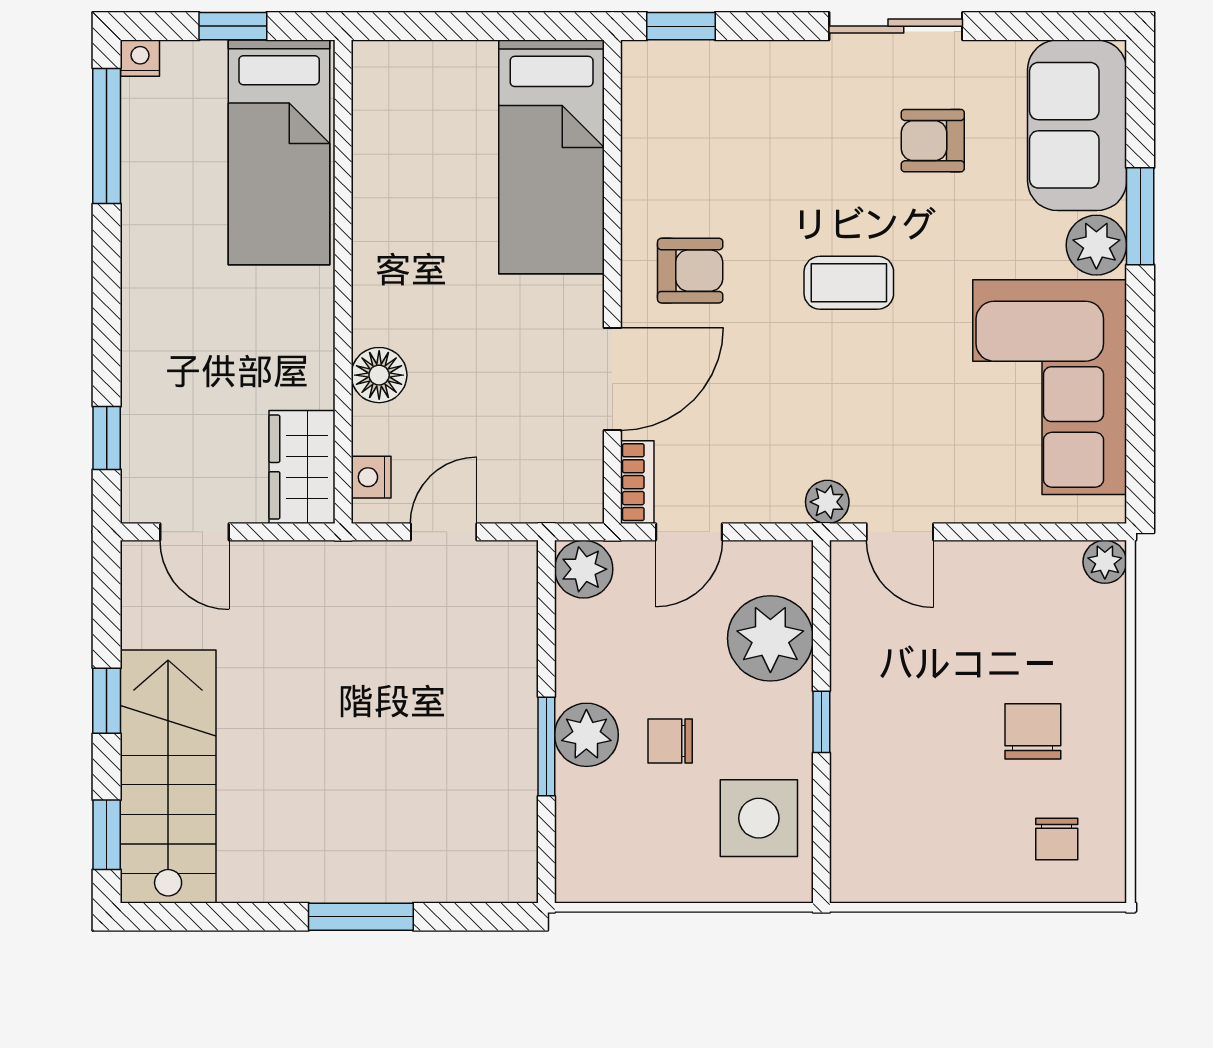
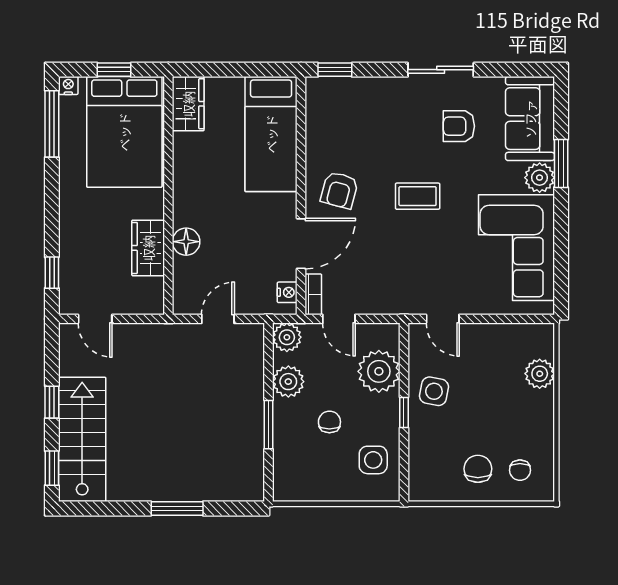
wardrobe: (383, 95) -> (188, 104), added
bed: (279, 152) -> (124, 132), width x1.50
armchair: (690, 271) -> (339, 190), turned 105
wardrobe: (302, 467) -> (148, 248), moved
nightstand: (371, 477) -> (287, 292), moved, turned 180
plant: (827, 502) -> (407, 304), removed
door: (689, 532) -> (339, 319), hinge flipped
plant: (1105, 562) -> (540, 374), moved, width x1.38, depth x1.38
side table: (882, 679) -> (434, 391), added
chair: (1033, 731) -> (478, 469), moved
plant: (586, 735) -> (288, 382), moved
chair: (670, 741) -> (329, 422), turned 90
side table: (759, 818) -> (373, 460), width x0.73, depth x0.73

